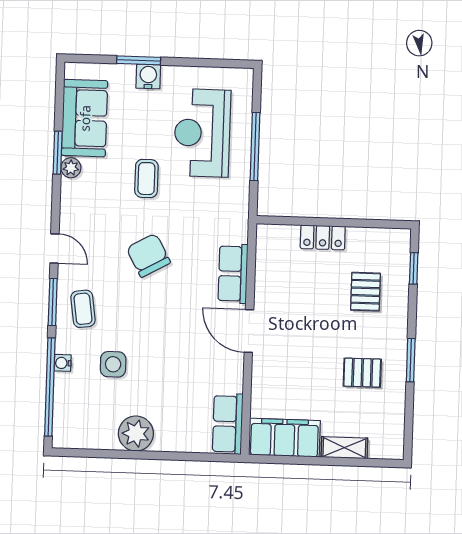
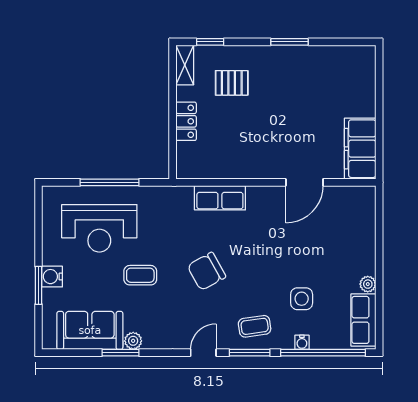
door: (249, 331) -> (304, 182), moved
pallet: (362, 373) -> (302, 83), removed
row of seats: (228, 424) -> (363, 320), moved, turned 90
plant: (136, 434) -> (368, 284), width x0.53, depth x0.53
shelving: (344, 448) -> (185, 65), moved

